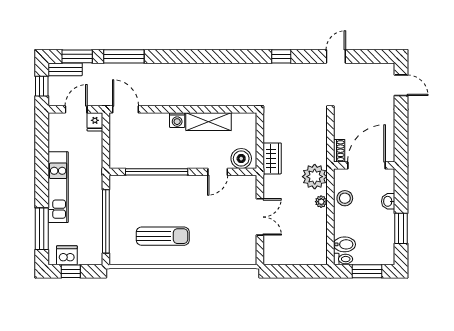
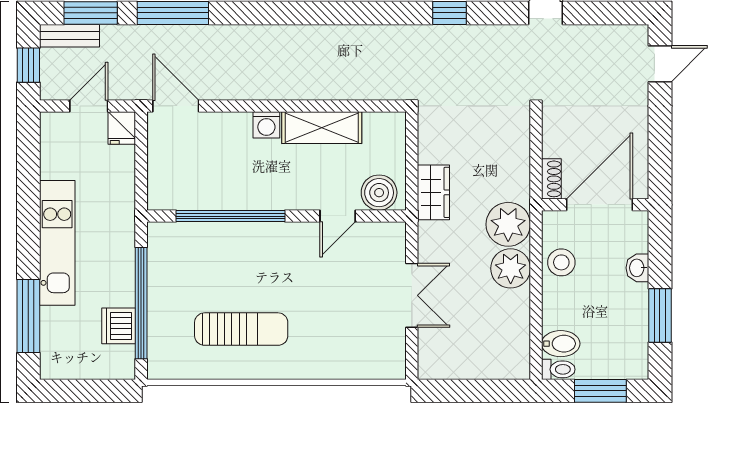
door: (401, 85) -> (660, 64), hinge flipped
plant: (321, 202) -> (511, 268), width x1.87, depth x1.87
dishwasher: (67, 255) -> (119, 326), moved, turned -90
window: (71, 271) -> (79, 391), removed

